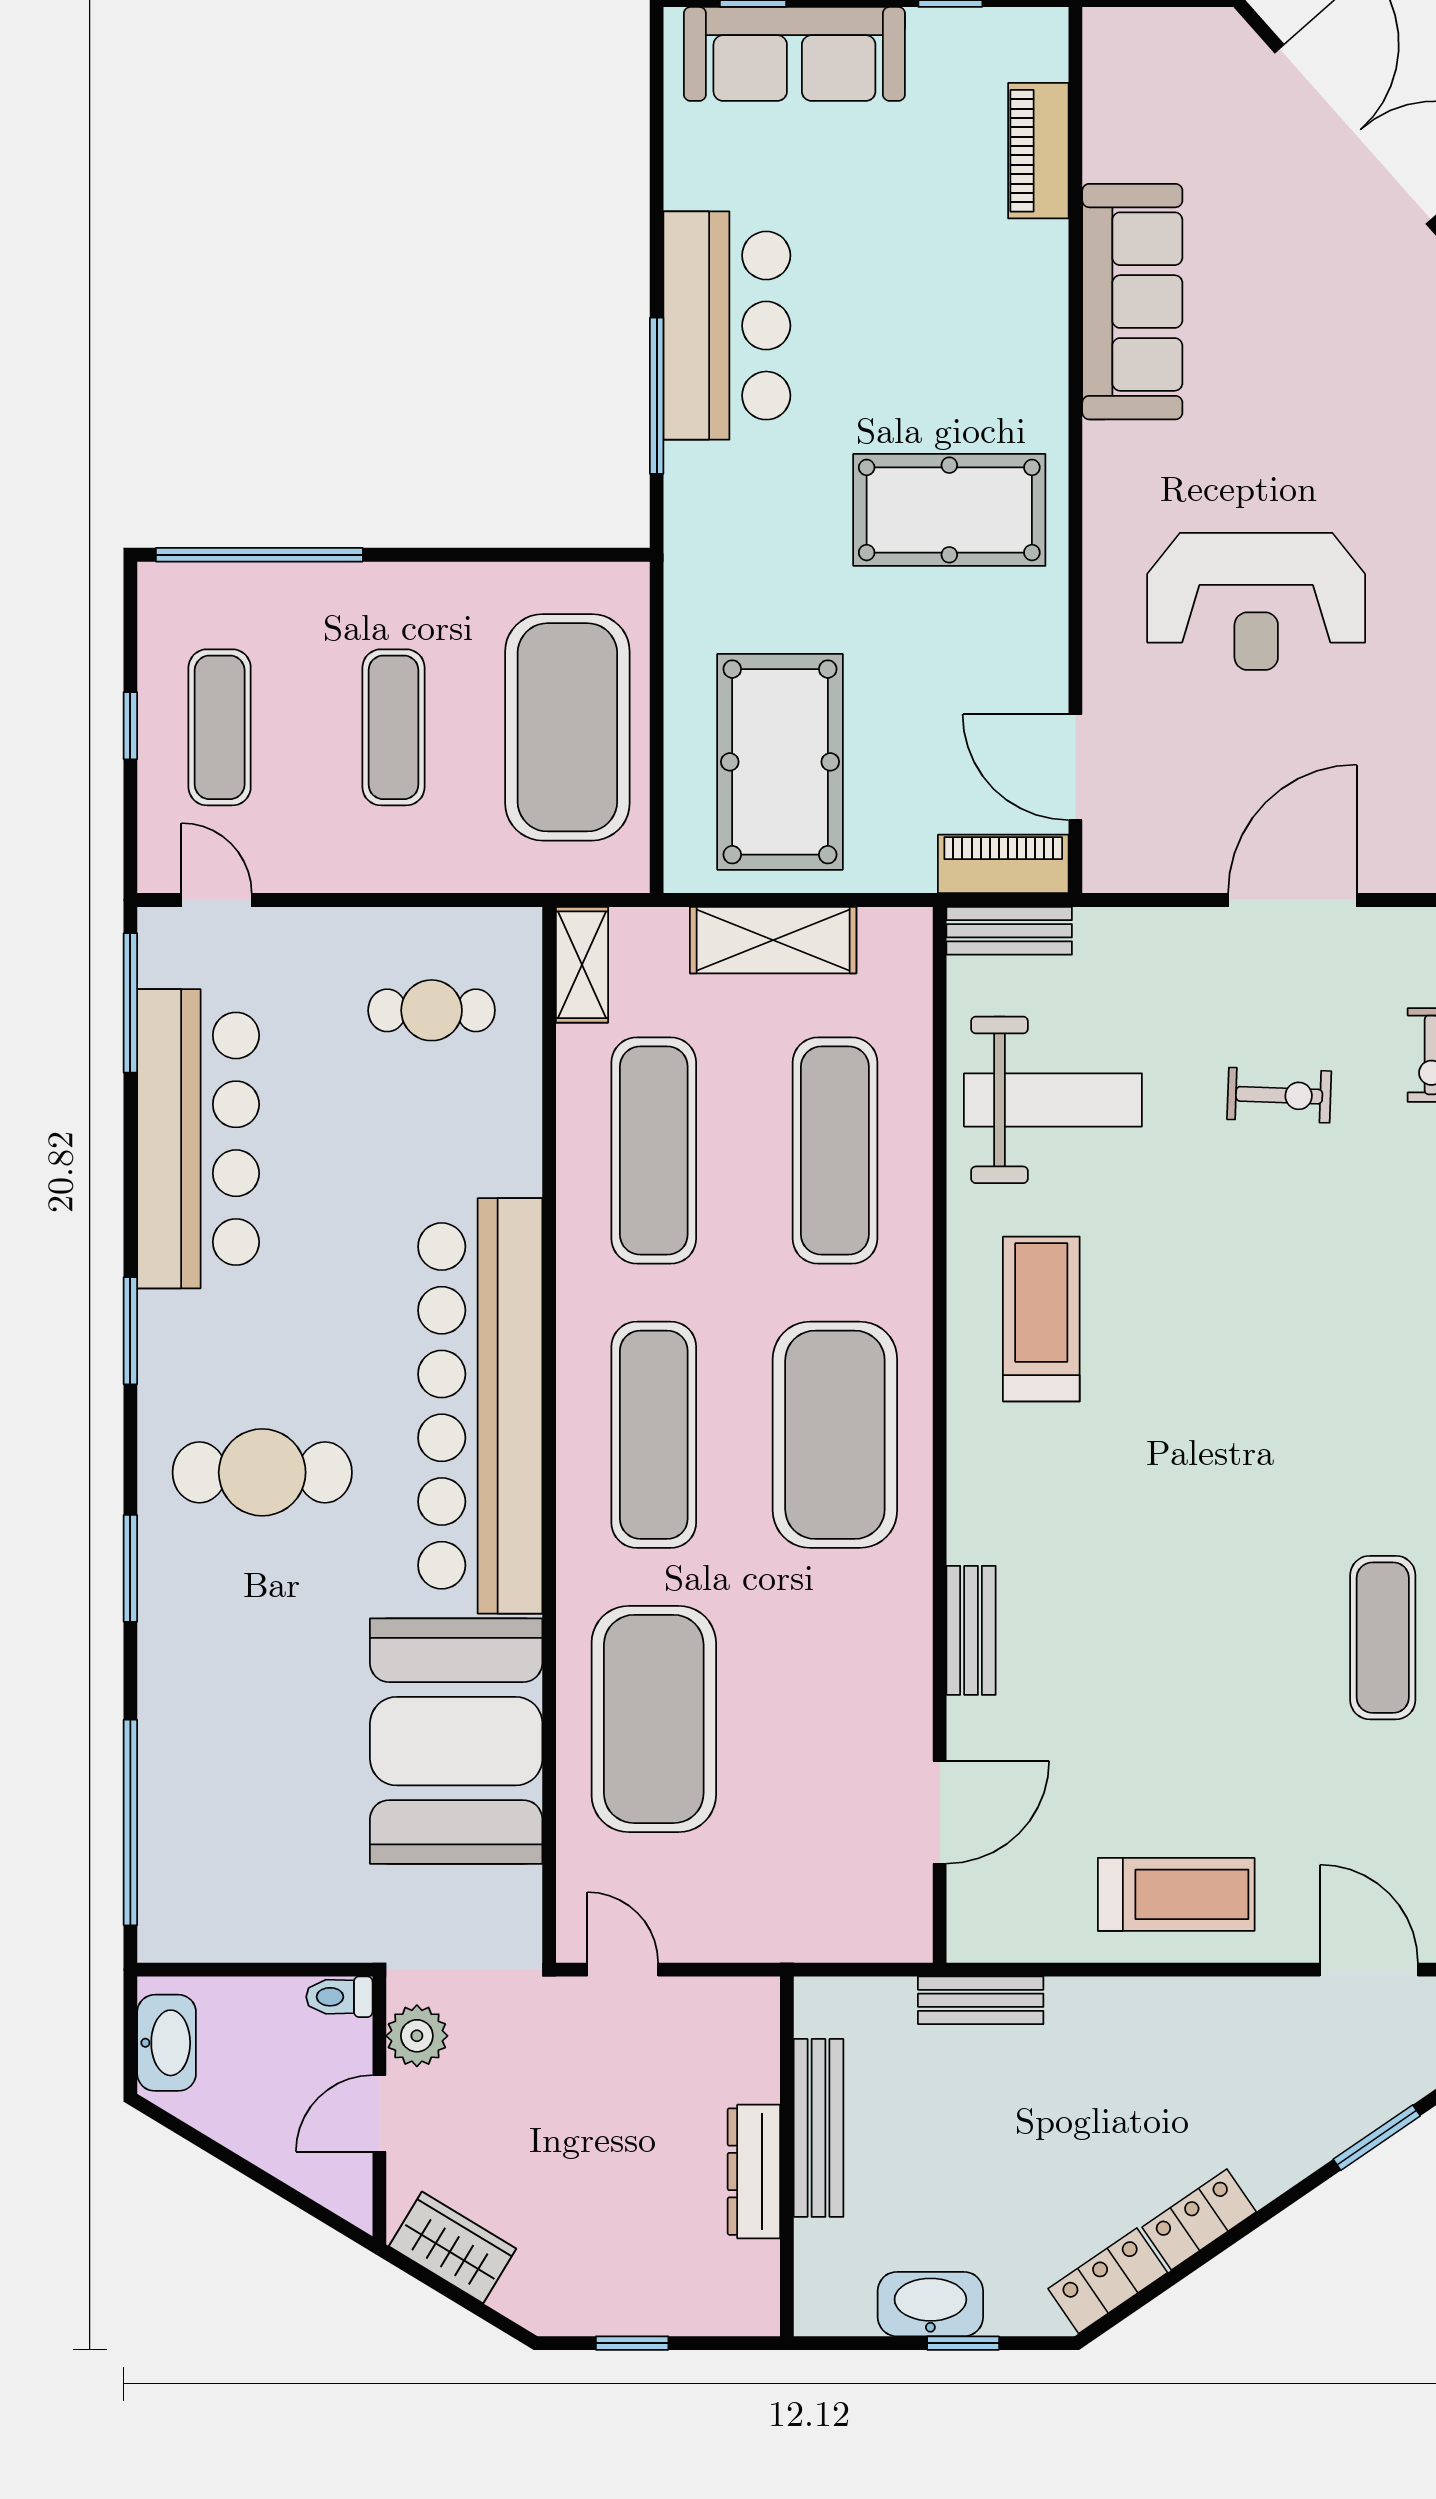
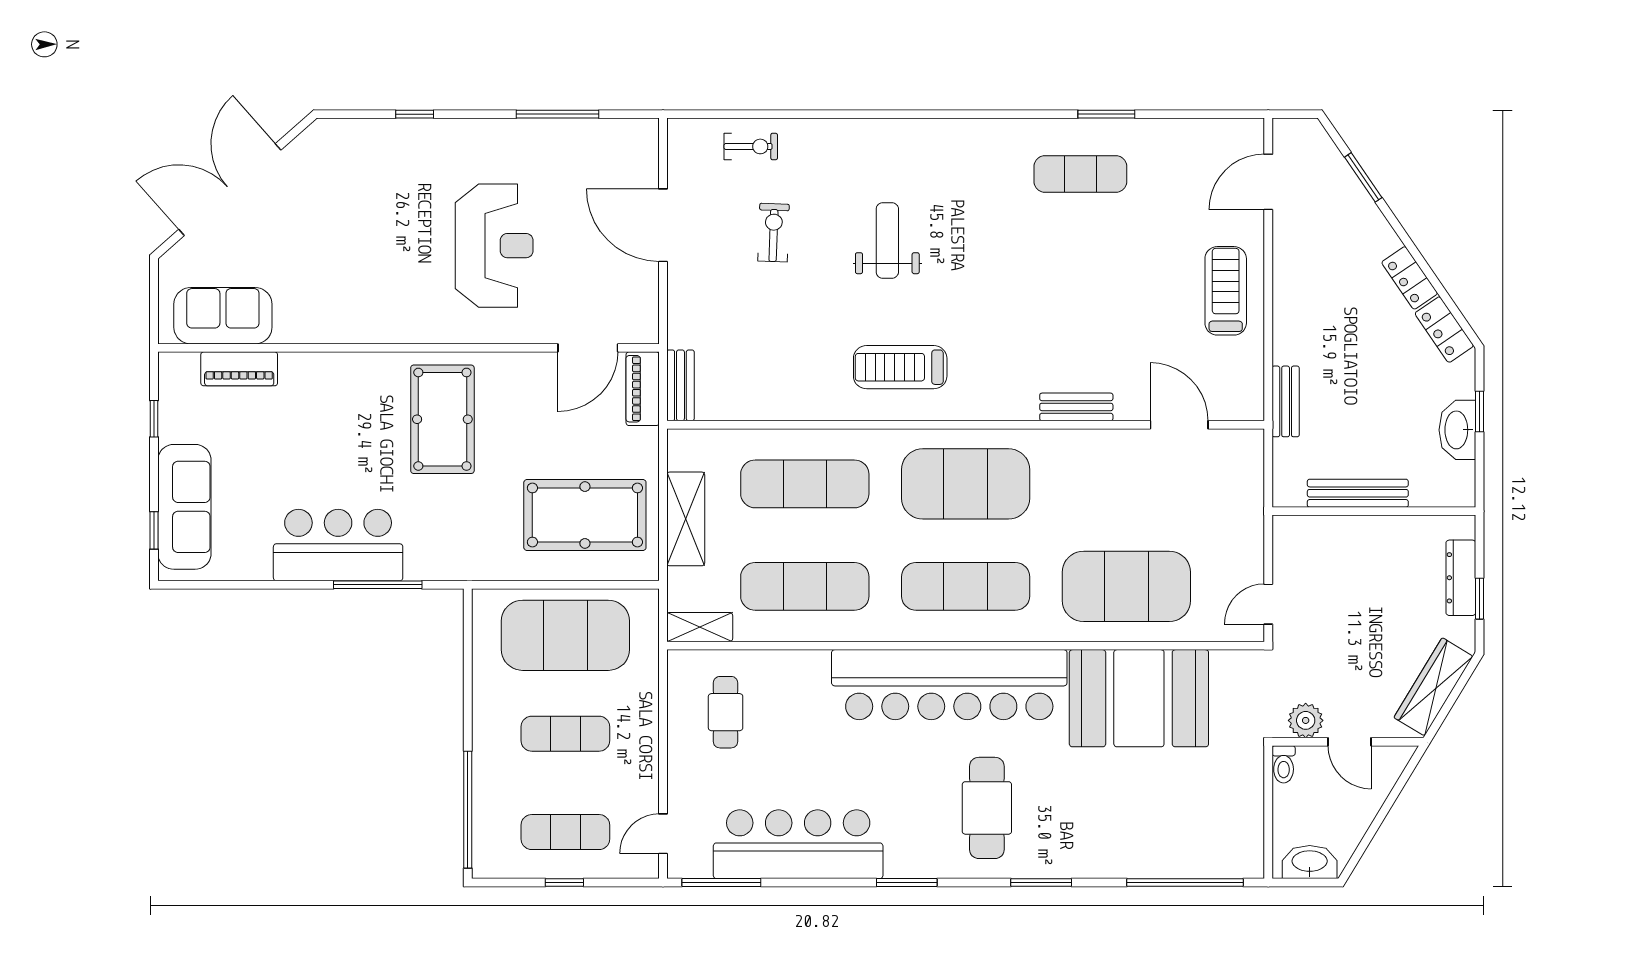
sofa: (1132, 302) -> (223, 316), moved, width x0.73
weight bench: (1053, 1100) -> (887, 240), moved, width x0.73, depth x0.75
dresser: (754, 2172) -> (1461, 578), moved, turned 90
wardrobe: (453, 2247) -> (1434, 687), width x1.50

